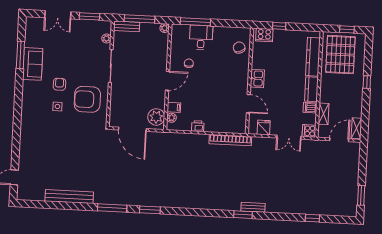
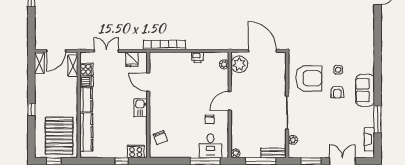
fireplace: (30, 35) -> (369, 139), added
desk: (201, 37) -> (210, 146), moved
sofa: (33, 64) -> (365, 90), moved
filing cabinet: (174, 107) -> (222, 75), removed
shelving: (324, 114) -> (73, 66), moved
cooker: (309, 131) -> (86, 69), moved

